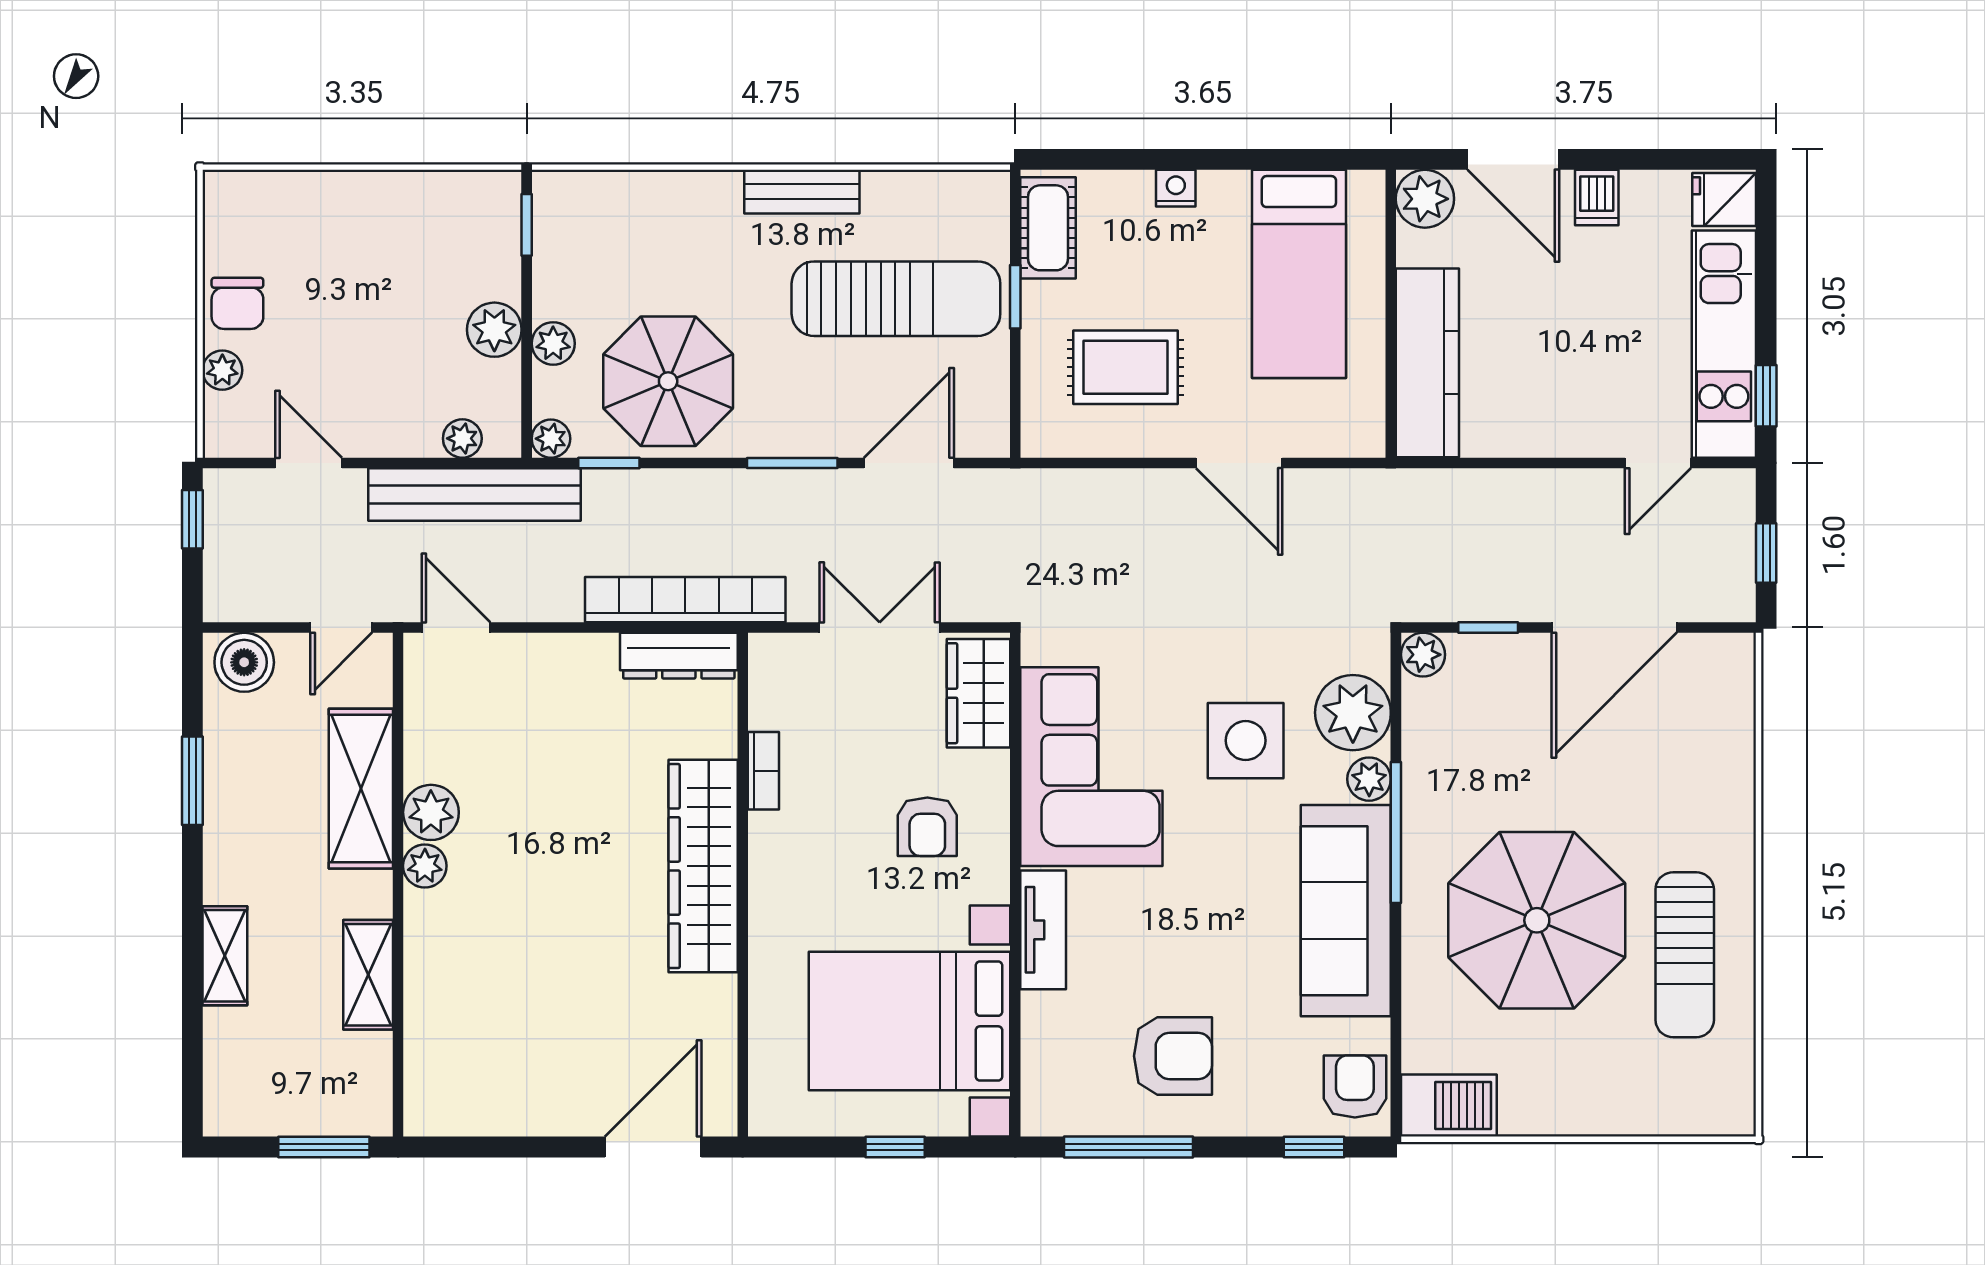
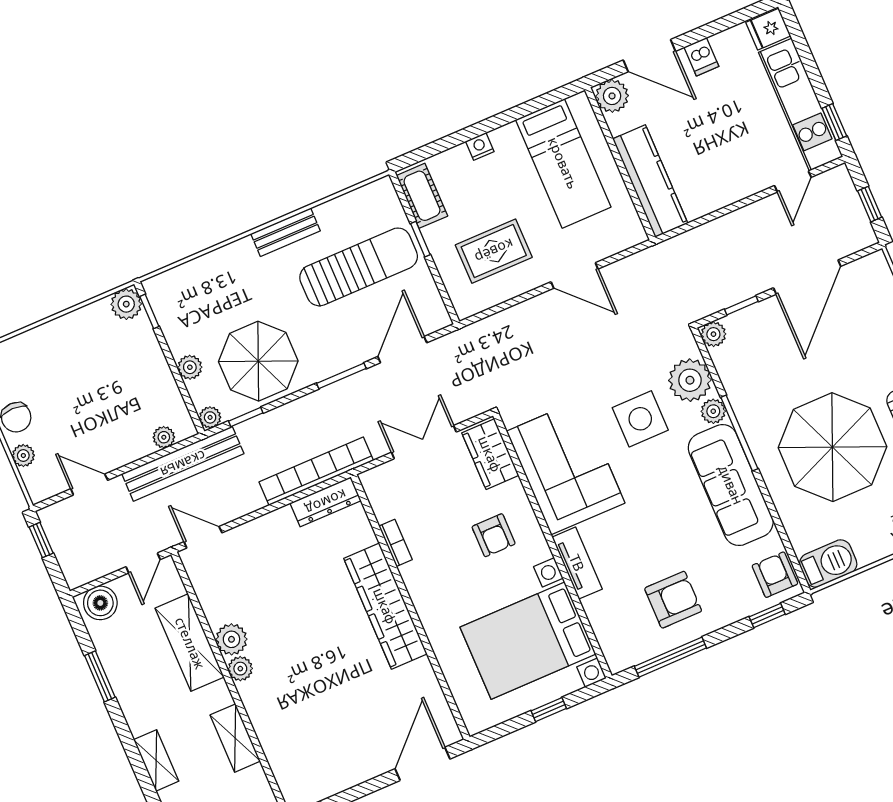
plant: (494, 330) -> (126, 304), moved

